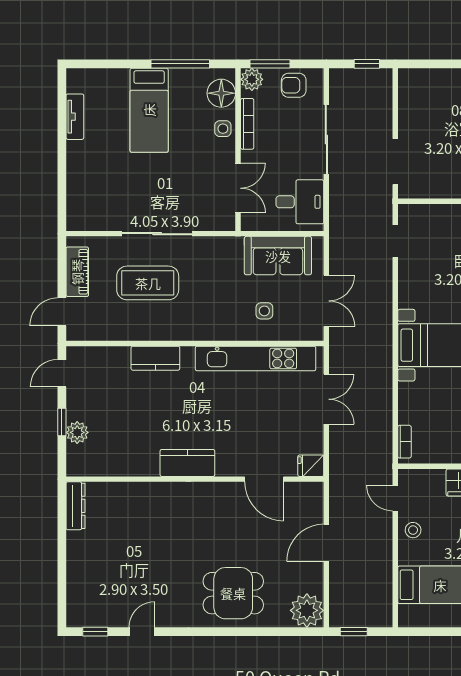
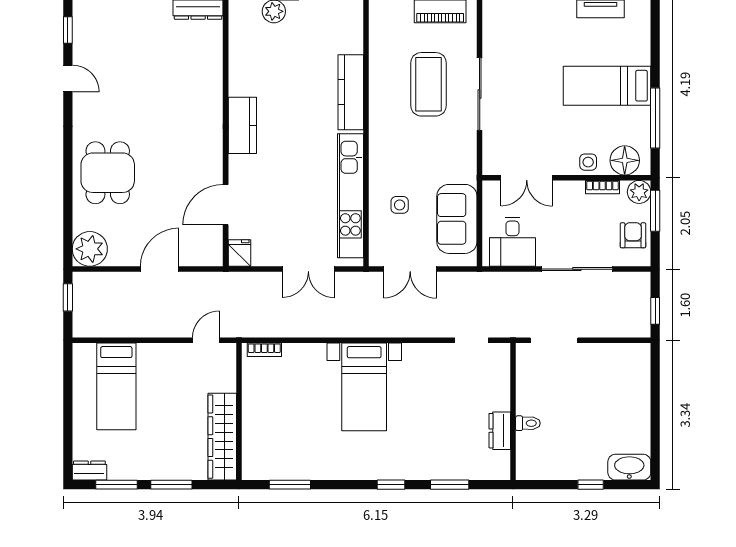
bookcase: (247, 124) -> (603, 187), width x0.64
kitchen counter: (155, 358) -> (351, 92), width x1.50
stool: (413, 530) -> (173, 359), removed
door: (326, 543) -> (160, 269), hinge flipped

